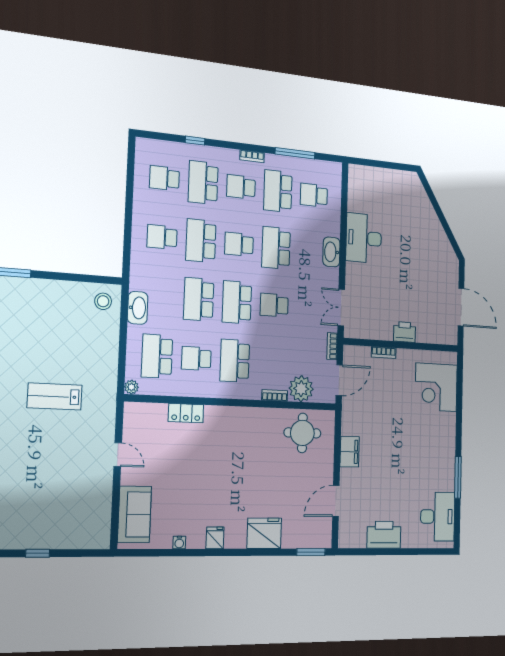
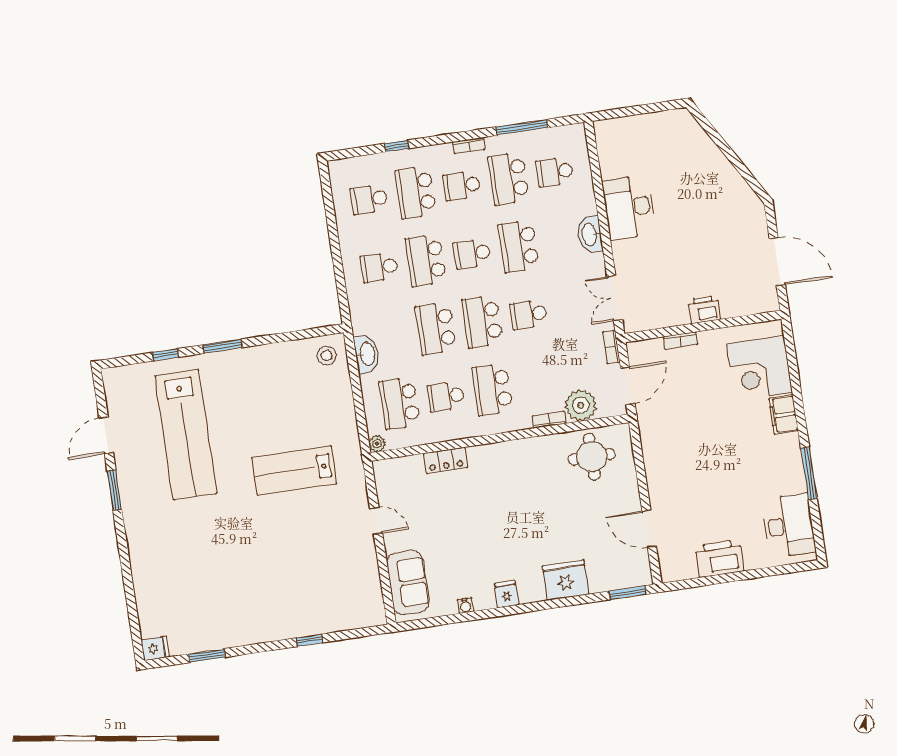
lab bench: (55, 396) -> (294, 470), width x1.36, depth x1.39
filing cabinet: (350, 452) -> (784, 415), moved, turned 180
door: (336, 501) -> (649, 529), hinge flipped

